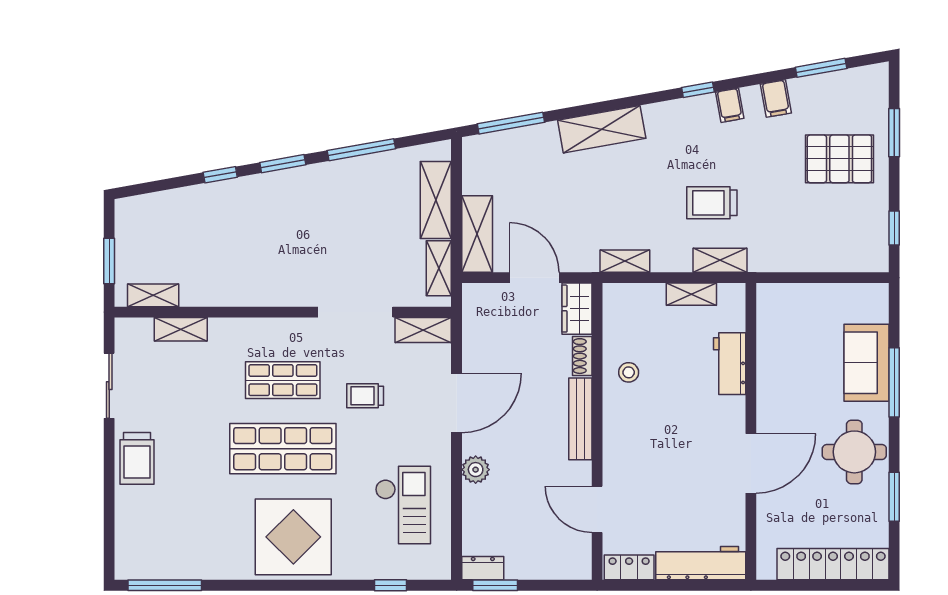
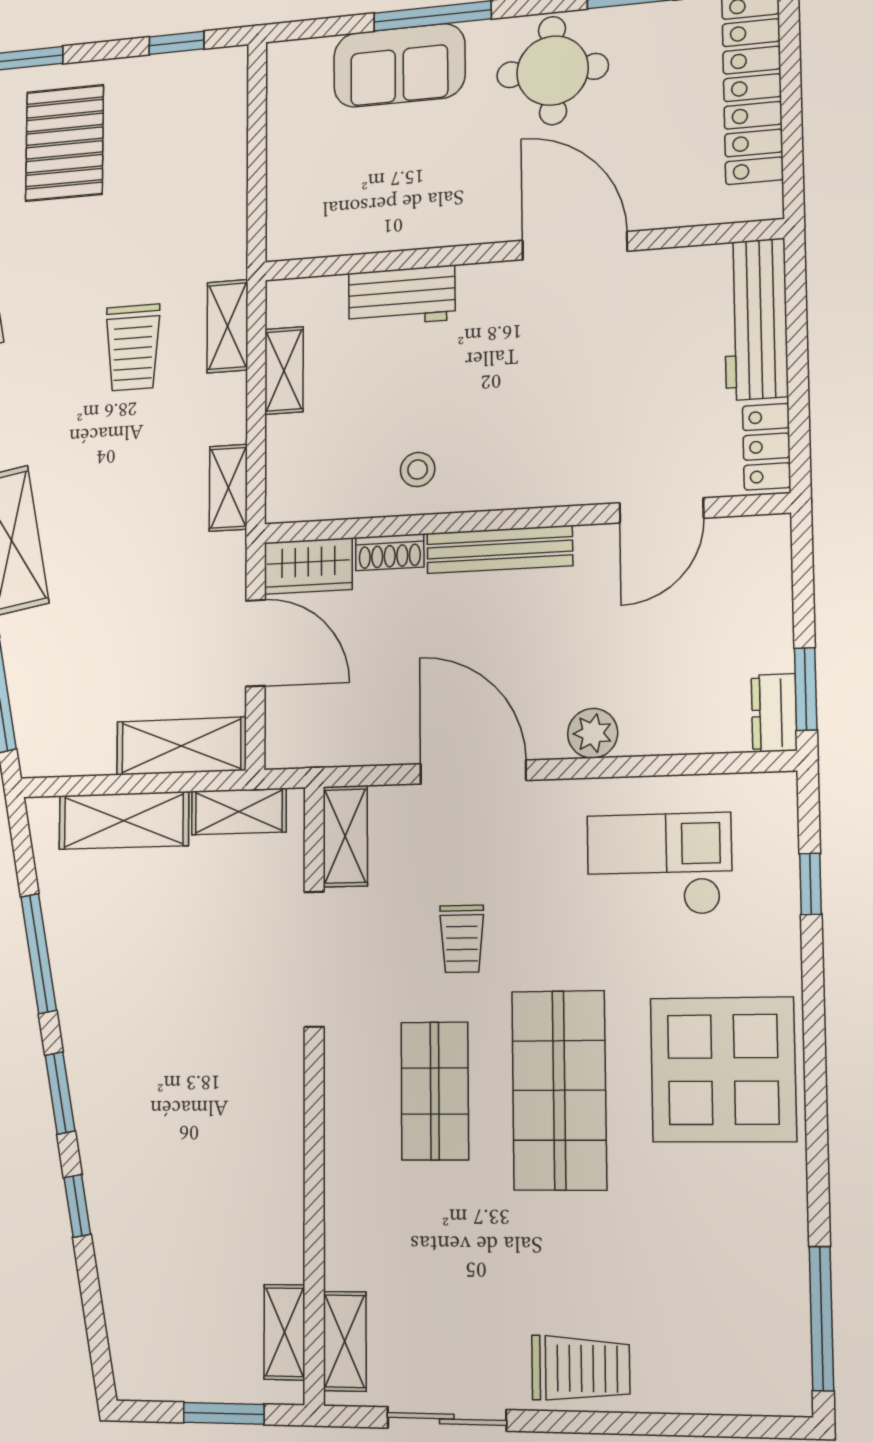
door: (534, 278) -> (255, 643), swing flipped
shelving: (181, 329) -> (345, 1341), moved

